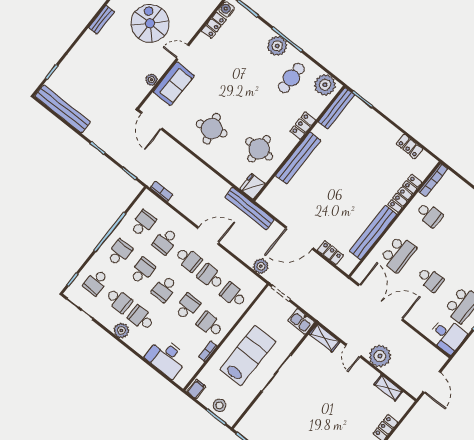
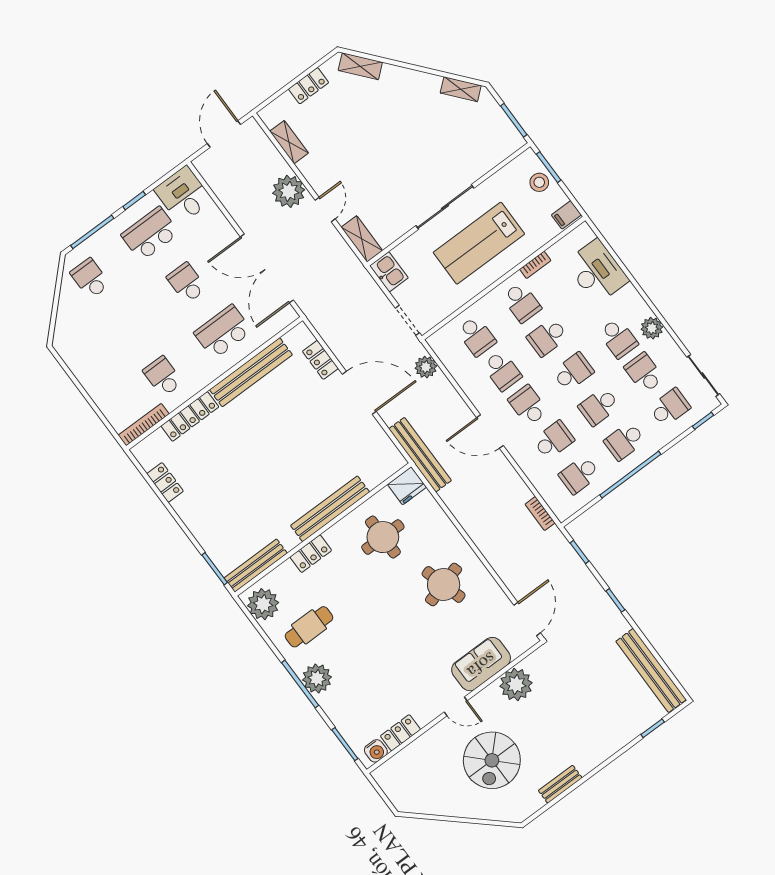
plant: (152, 80) -> (516, 685), width x1.87, depth x1.87

